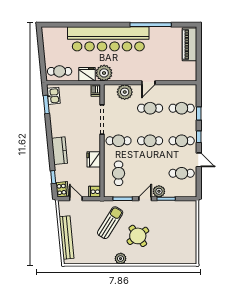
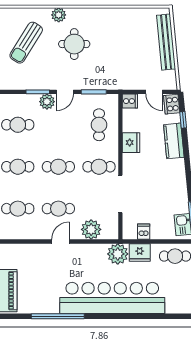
dishwasher: (96, 90) -> (144, 232), moved
kitchen counter: (60, 151) -> (174, 141), moved
sun lounger: (110, 223) -> (26, 43), moved
round table: (138, 236) -> (74, 44), turned 36
plant: (121, 259) -> (59, 15), moved

